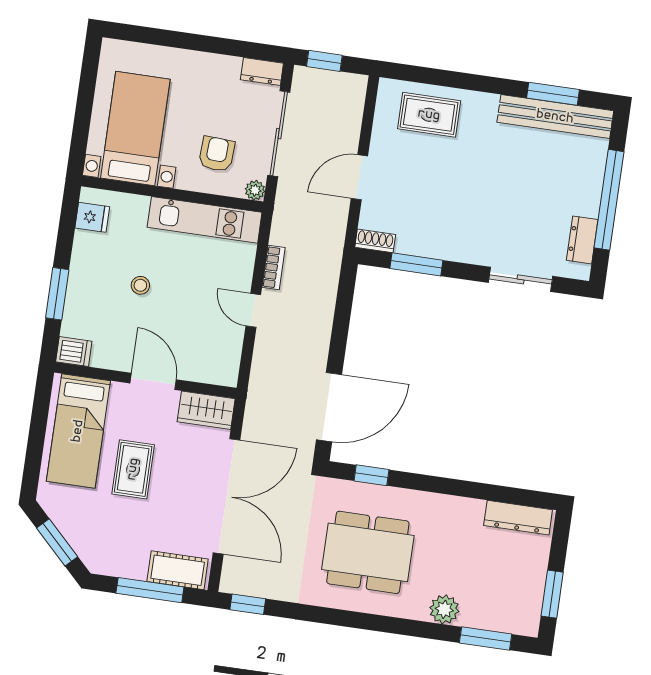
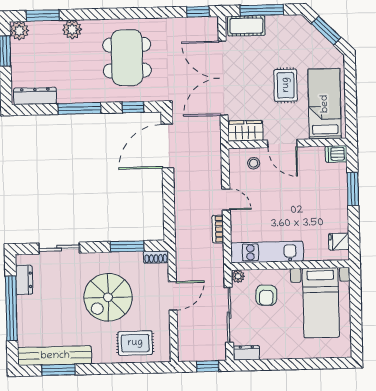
spiral stairs: (459, 192) -> (108, 297), added
stool: (140, 285) -> (254, 163), moved
window: (453, 487) -> (79, 108), added
dining table: (368, 552) -> (127, 58), turned 90
plant: (525, 621) -> (19, 31), added

